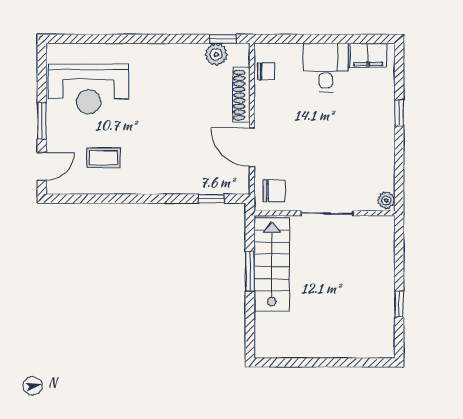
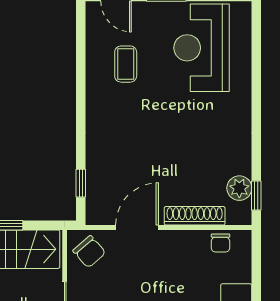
chair: (274, 191) -> (89, 252), turned -41

